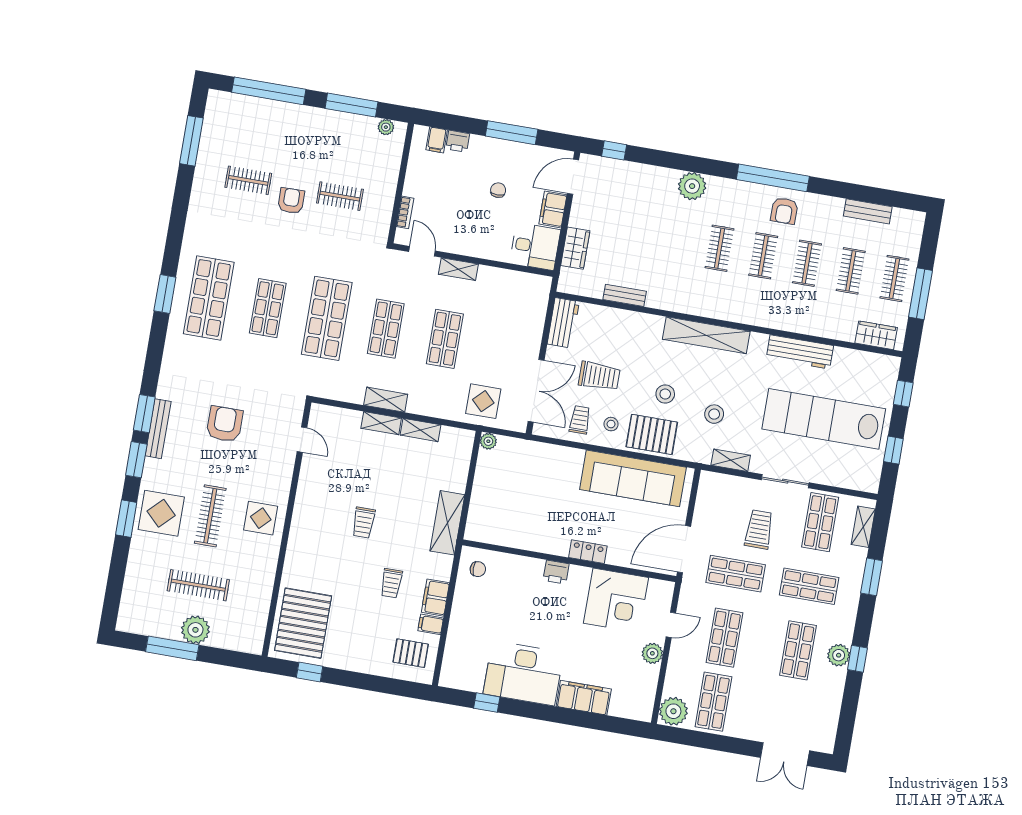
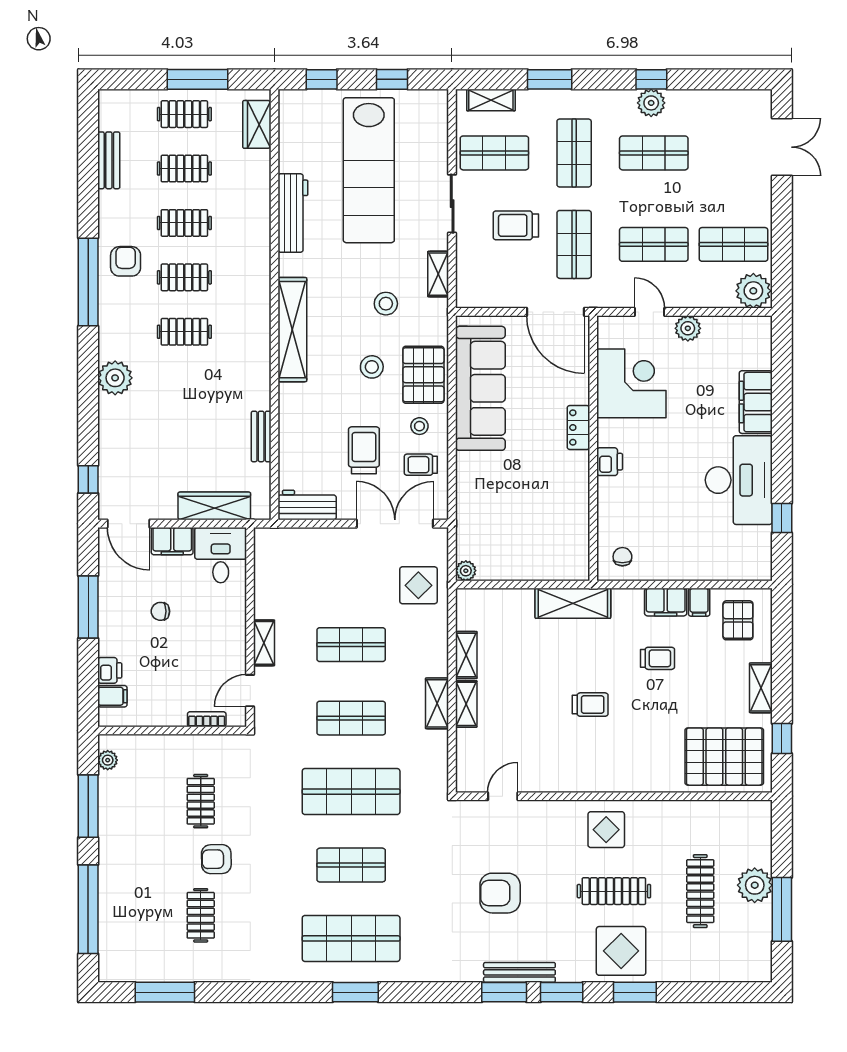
armchair: (784, 211) -> (126, 261), turned -90
wardrobe: (575, 248) -> (214, 506), width x1.50
shelving: (353, 662) -> (761, 688), added

